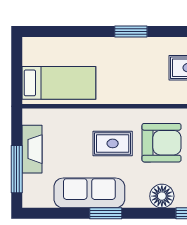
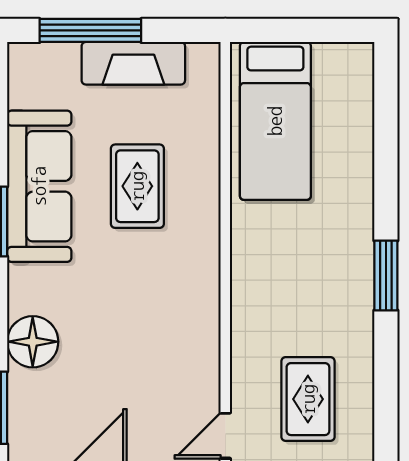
rug: (113, 143) -> (137, 186), moved
armchair: (161, 143) -> (147, 341), removed

